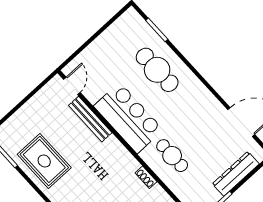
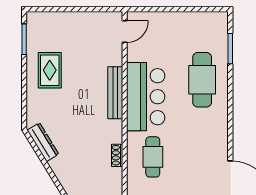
bench: (90, 119) -> (115, 93), moved
rug: (44, 161) -> (50, 70), width x0.73, depth x0.70

